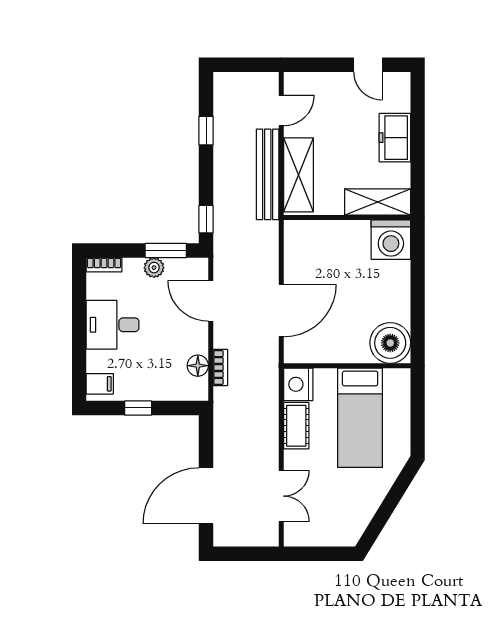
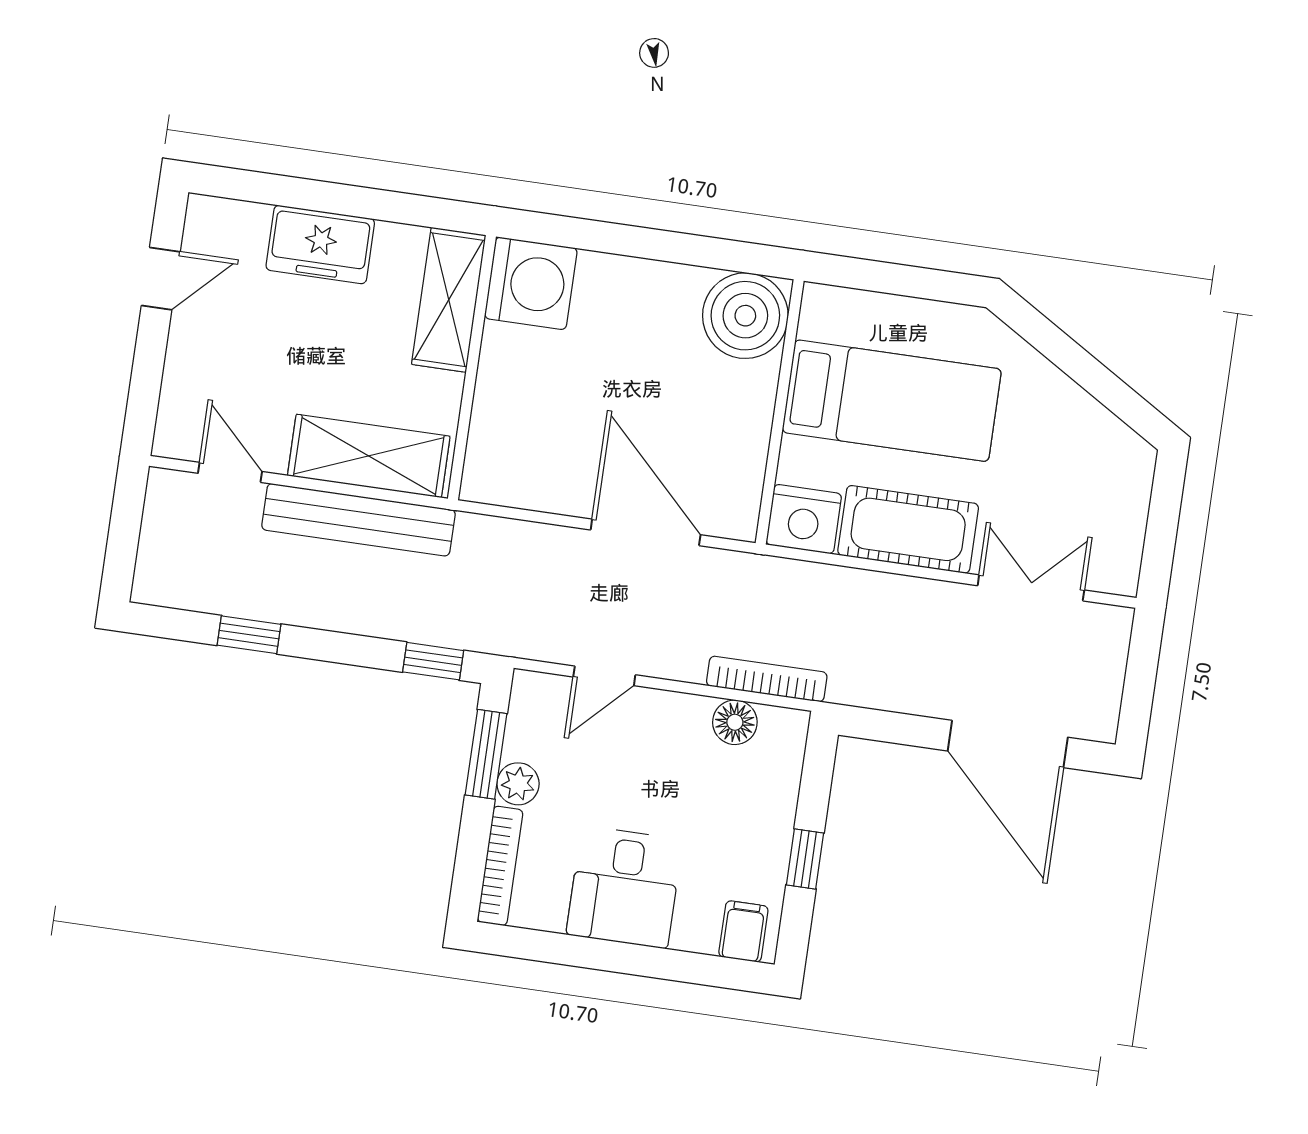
bookcase: (104, 265) -> (500, 866), width x1.56
door: (211, 301) -> (604, 676), width x0.73
bookcase: (220, 368) -> (767, 679), width x1.56
cot: (296, 426) -> (908, 529), width x1.37, depth x1.34

